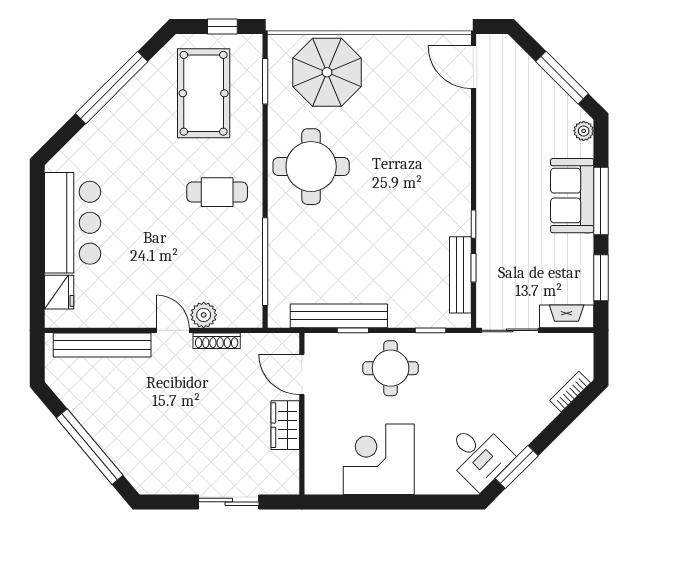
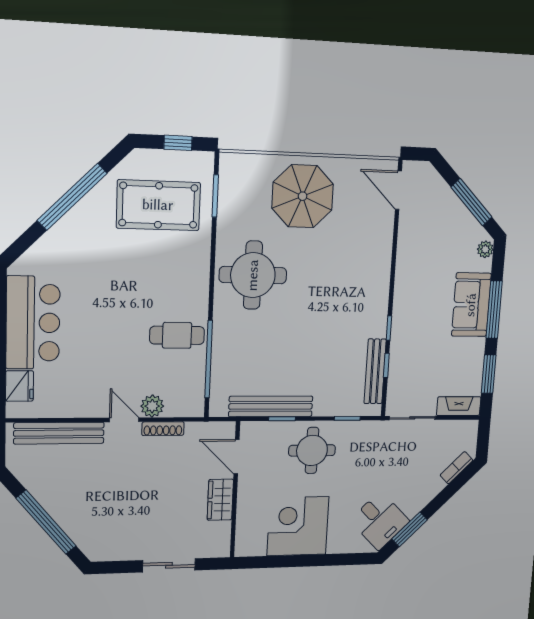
parasol: (327, 72) -> (303, 196), moved
pool table: (204, 93) -> (158, 205), turned 90
cafe table: (217, 192) -> (177, 335), moved

